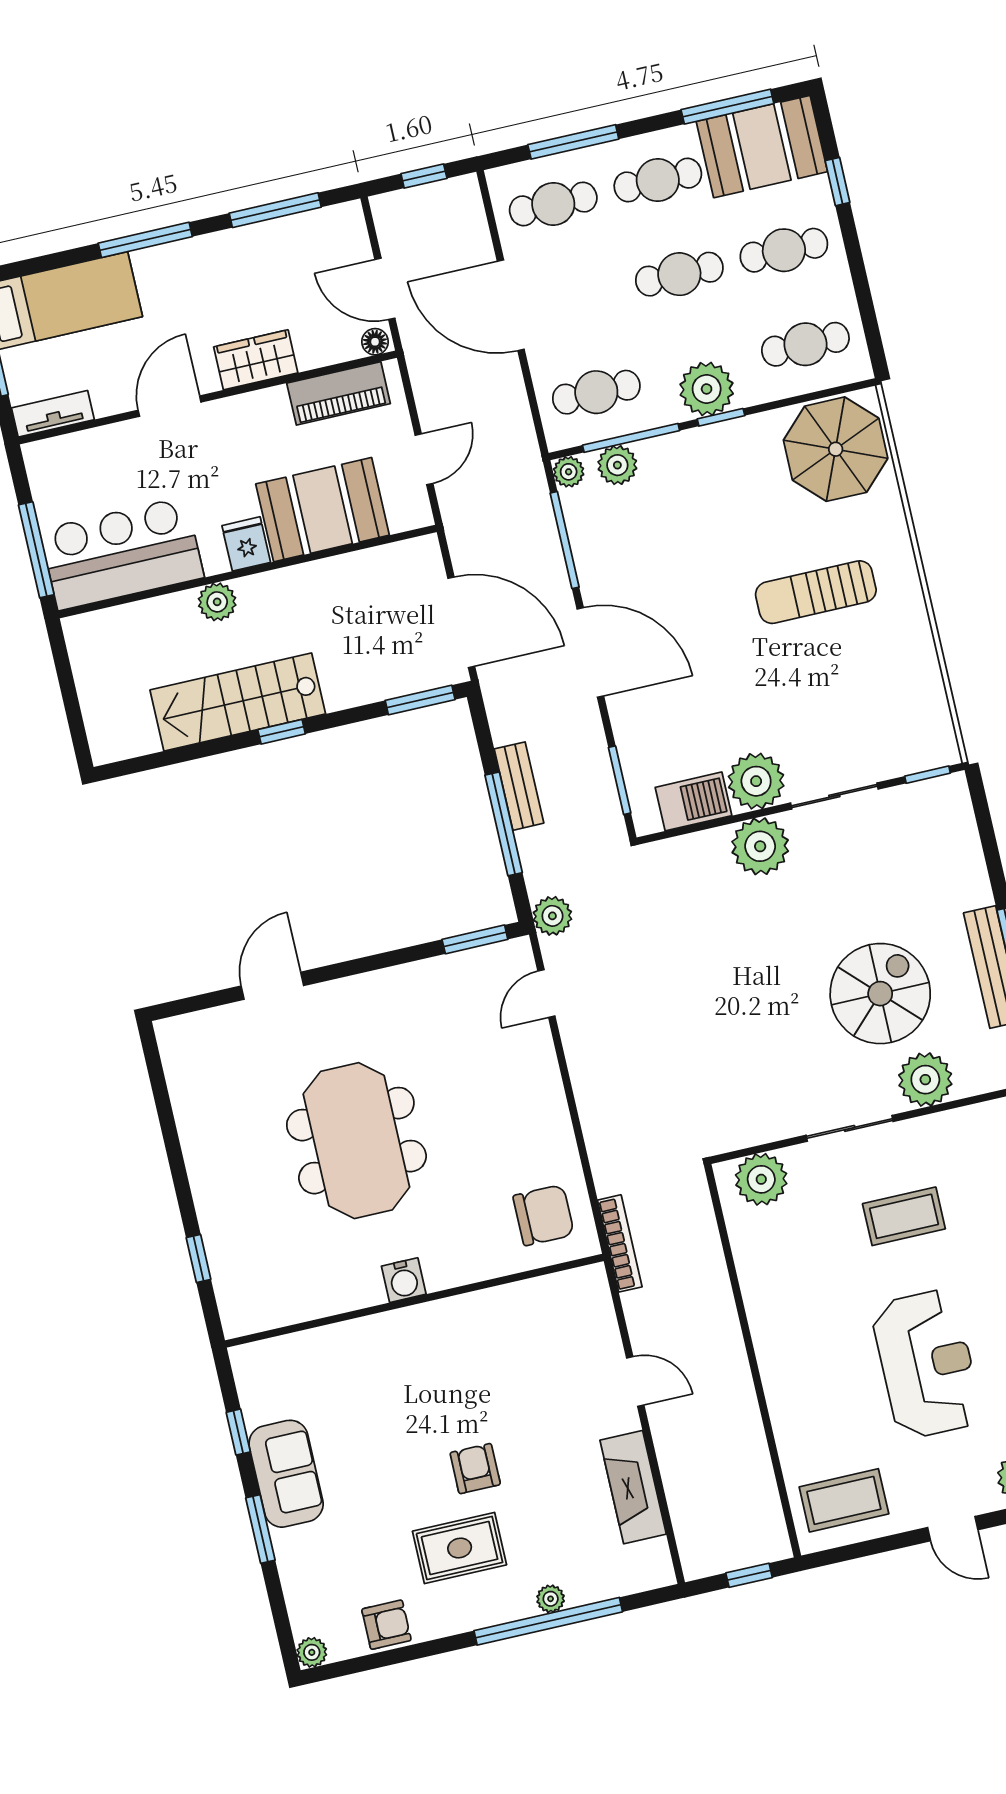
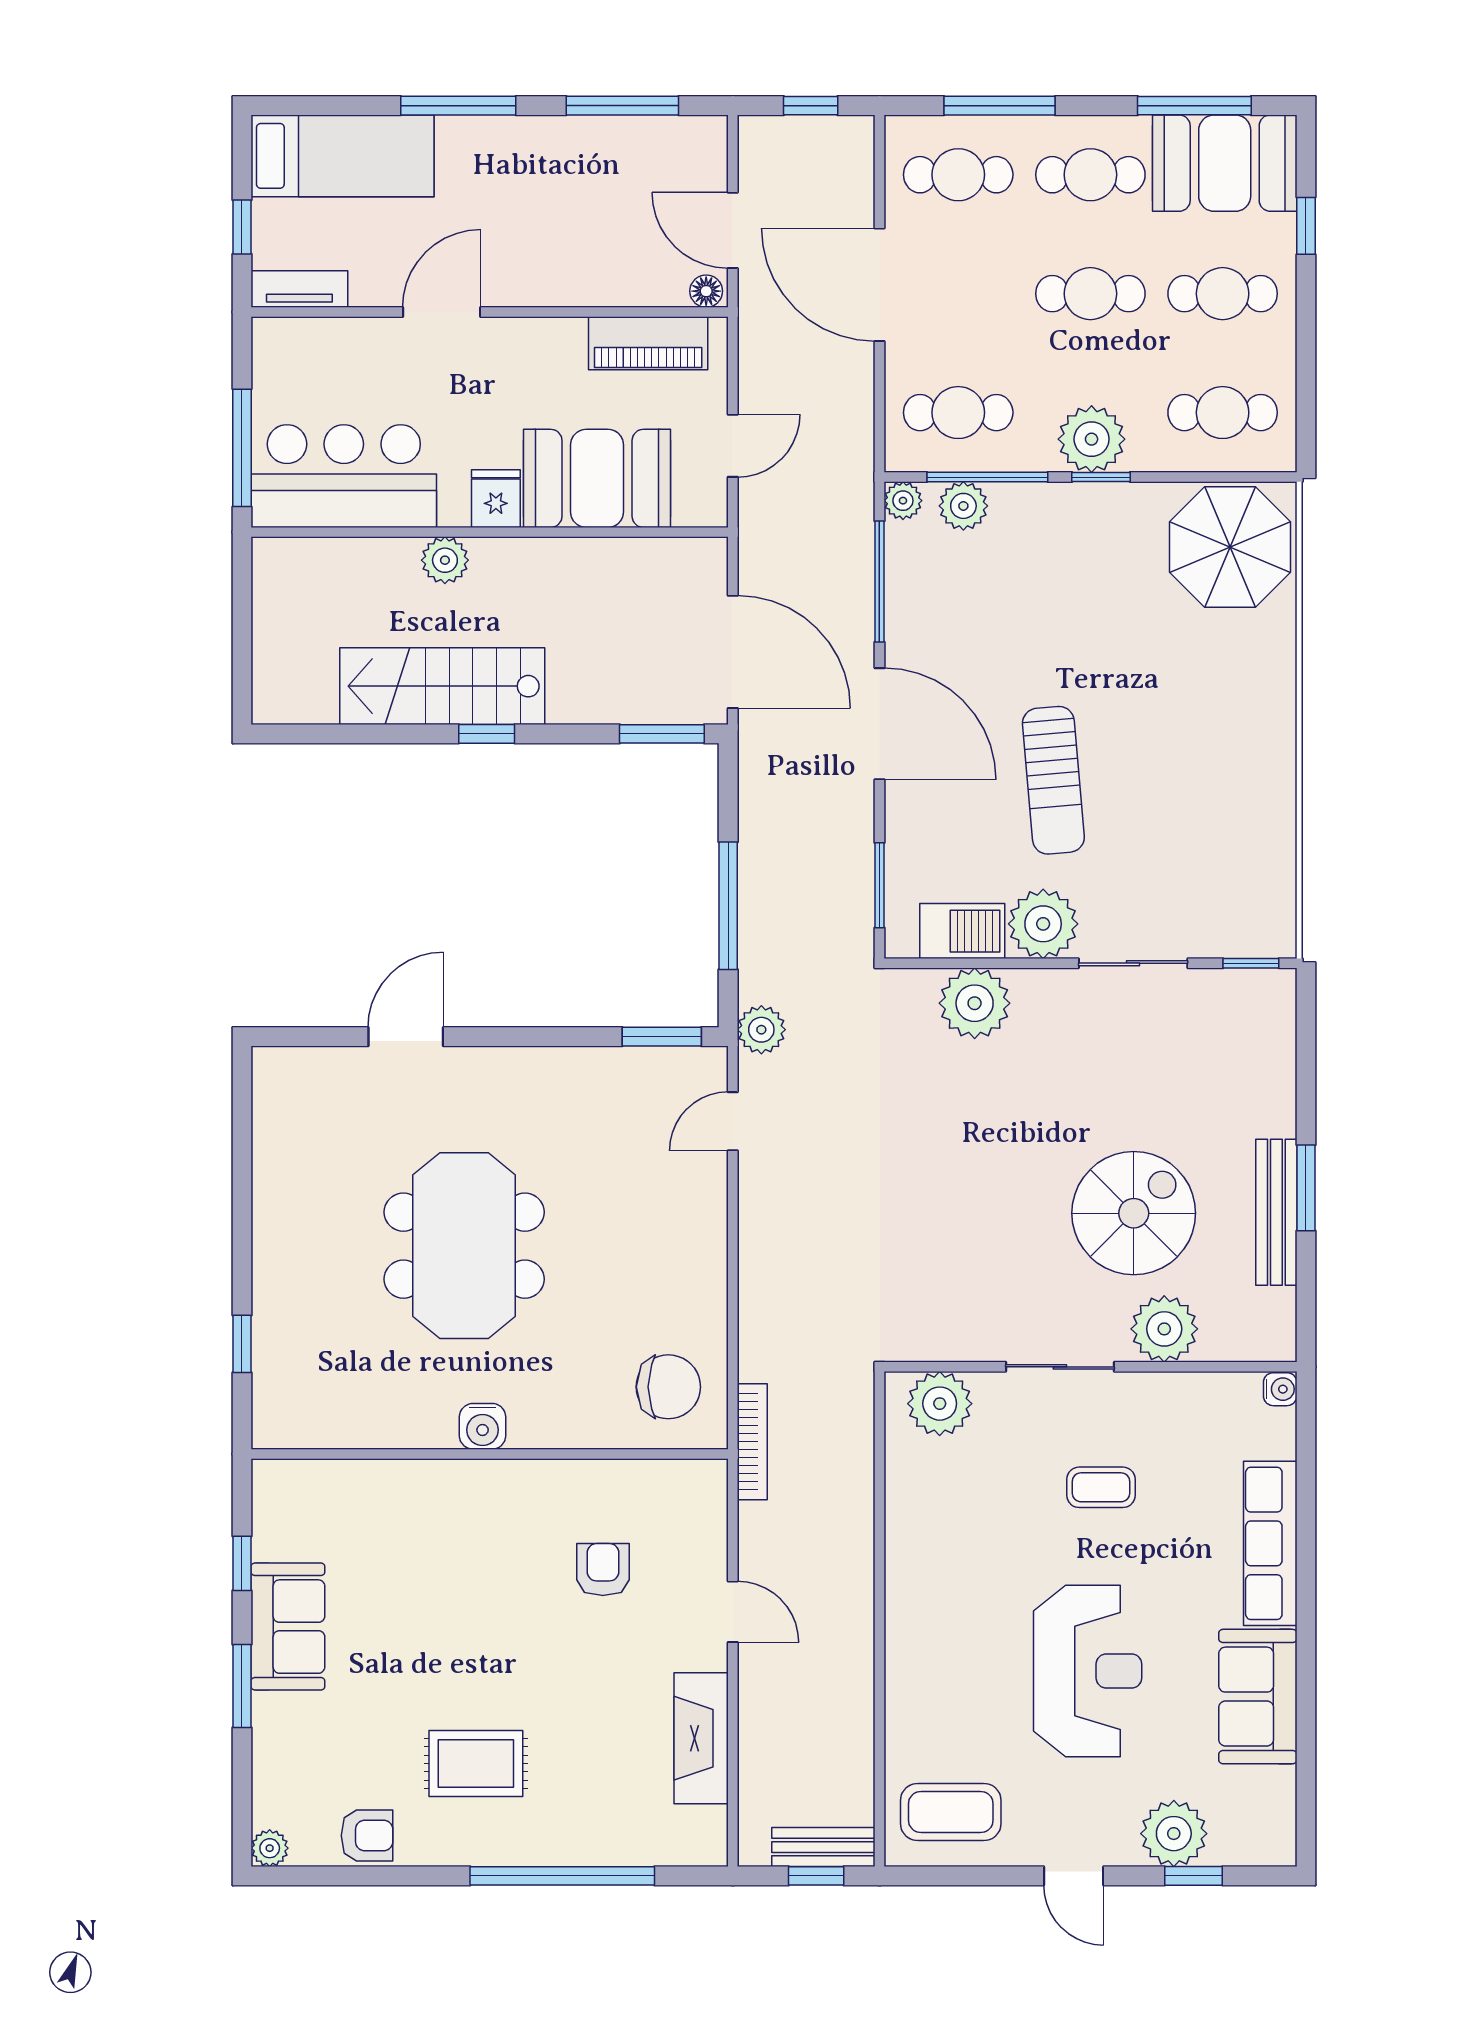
wardrobe: (256, 360) -> (558, 280), removed
sun lounger: (816, 592) -> (1053, 780), moved, turned -95
bench: (519, 786) -> (823, 1847), moved, turned 90
plant: (760, 846) -> (975, 1003), moved
coffee table: (904, 1216) -> (1101, 1487), width x0.73, depth x0.77
armchair: (475, 1469) -> (603, 1570), moved
plant: (551, 1599) -> (571, 1850), removed

